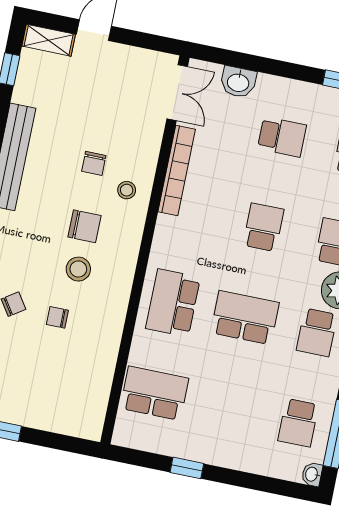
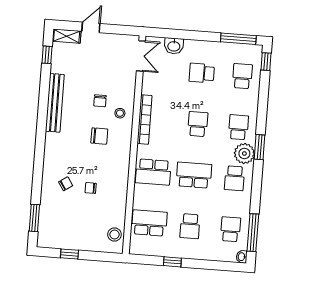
school desk: (282, 137) -> (202, 73), turned 180
bookcase: (177, 170) -> (145, 120), moved
stool: (78, 269) -> (114, 234), moved
school desk: (173, 303) -> (153, 172), turned -90
school desk: (226, 408) -> (190, 226), added
school desk: (298, 423) -> (231, 229), turned 180

